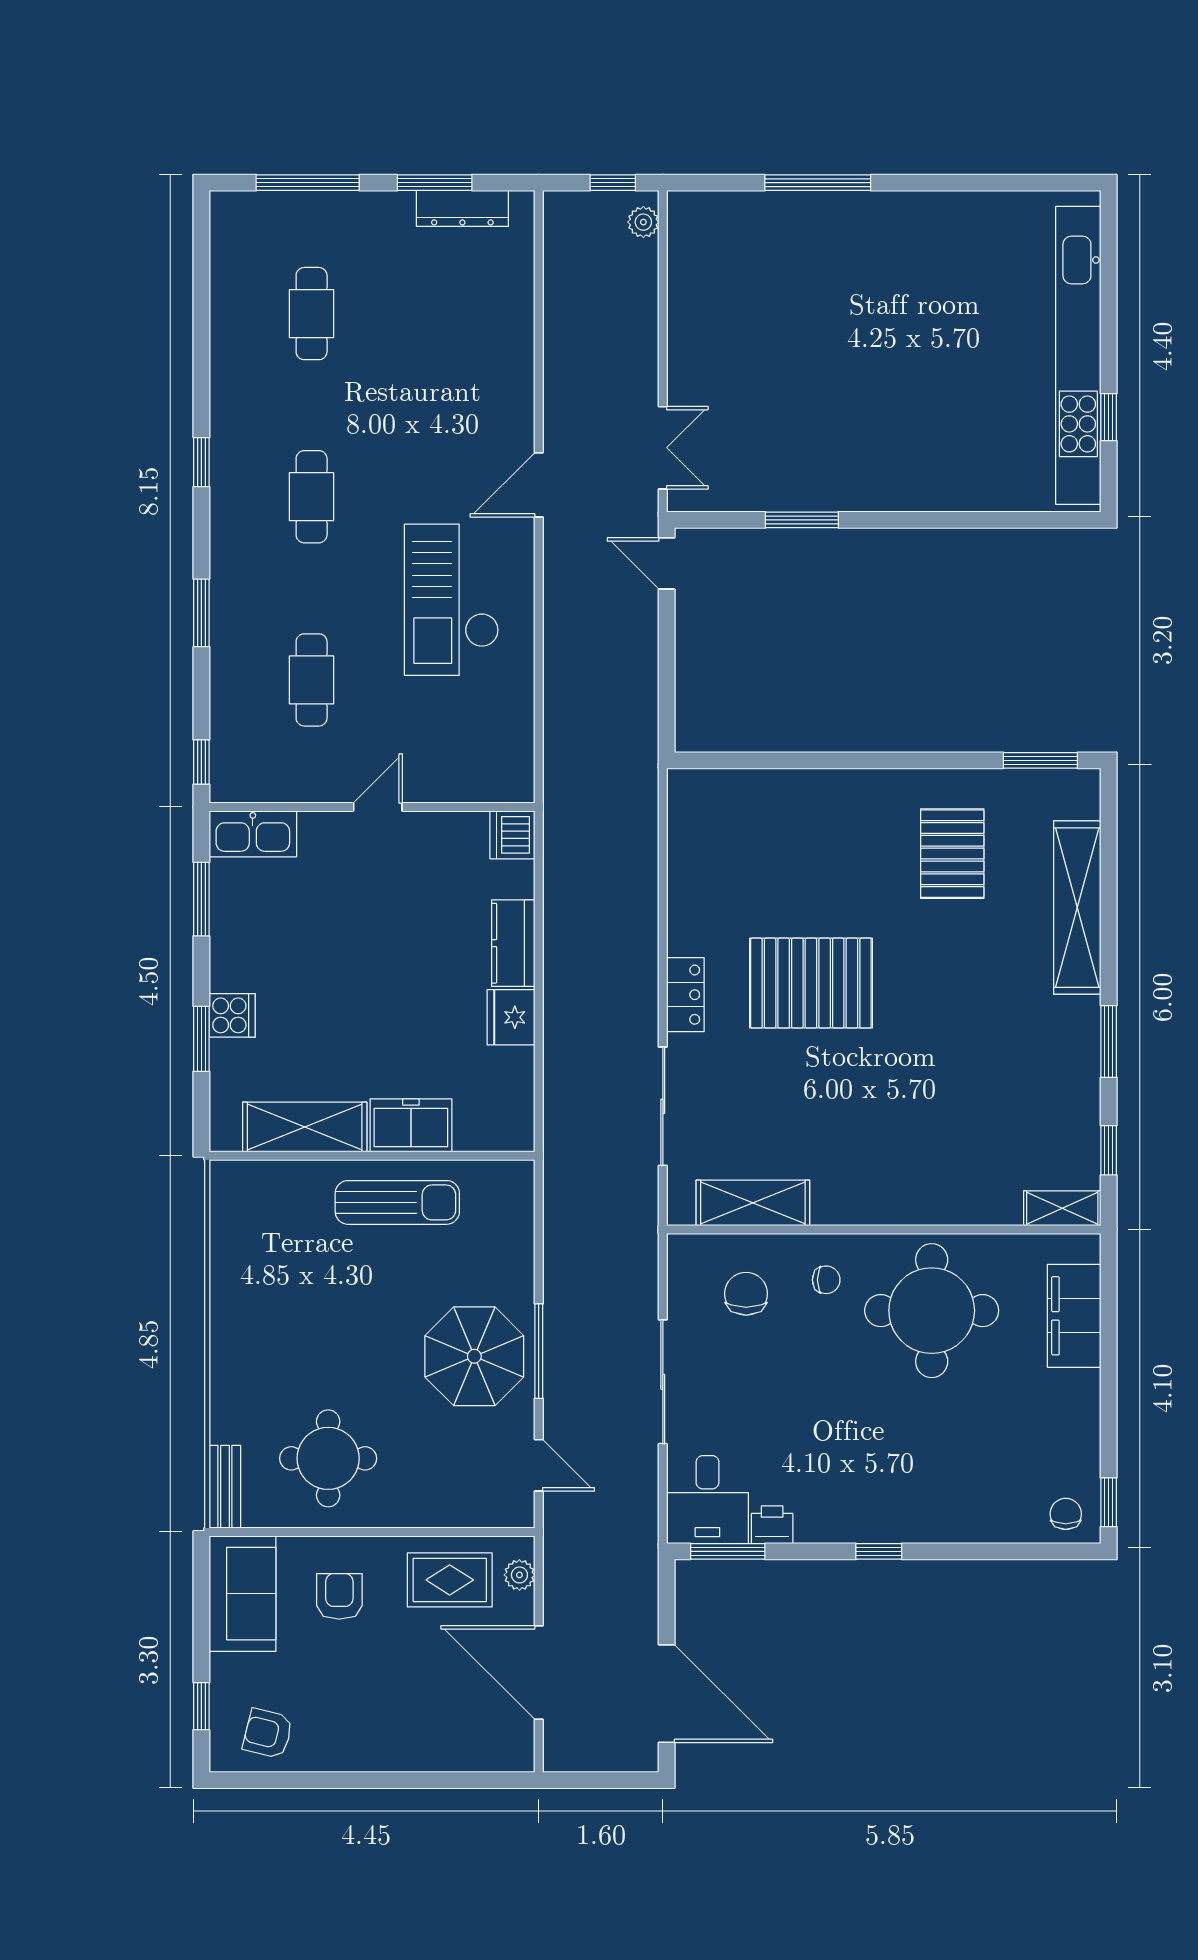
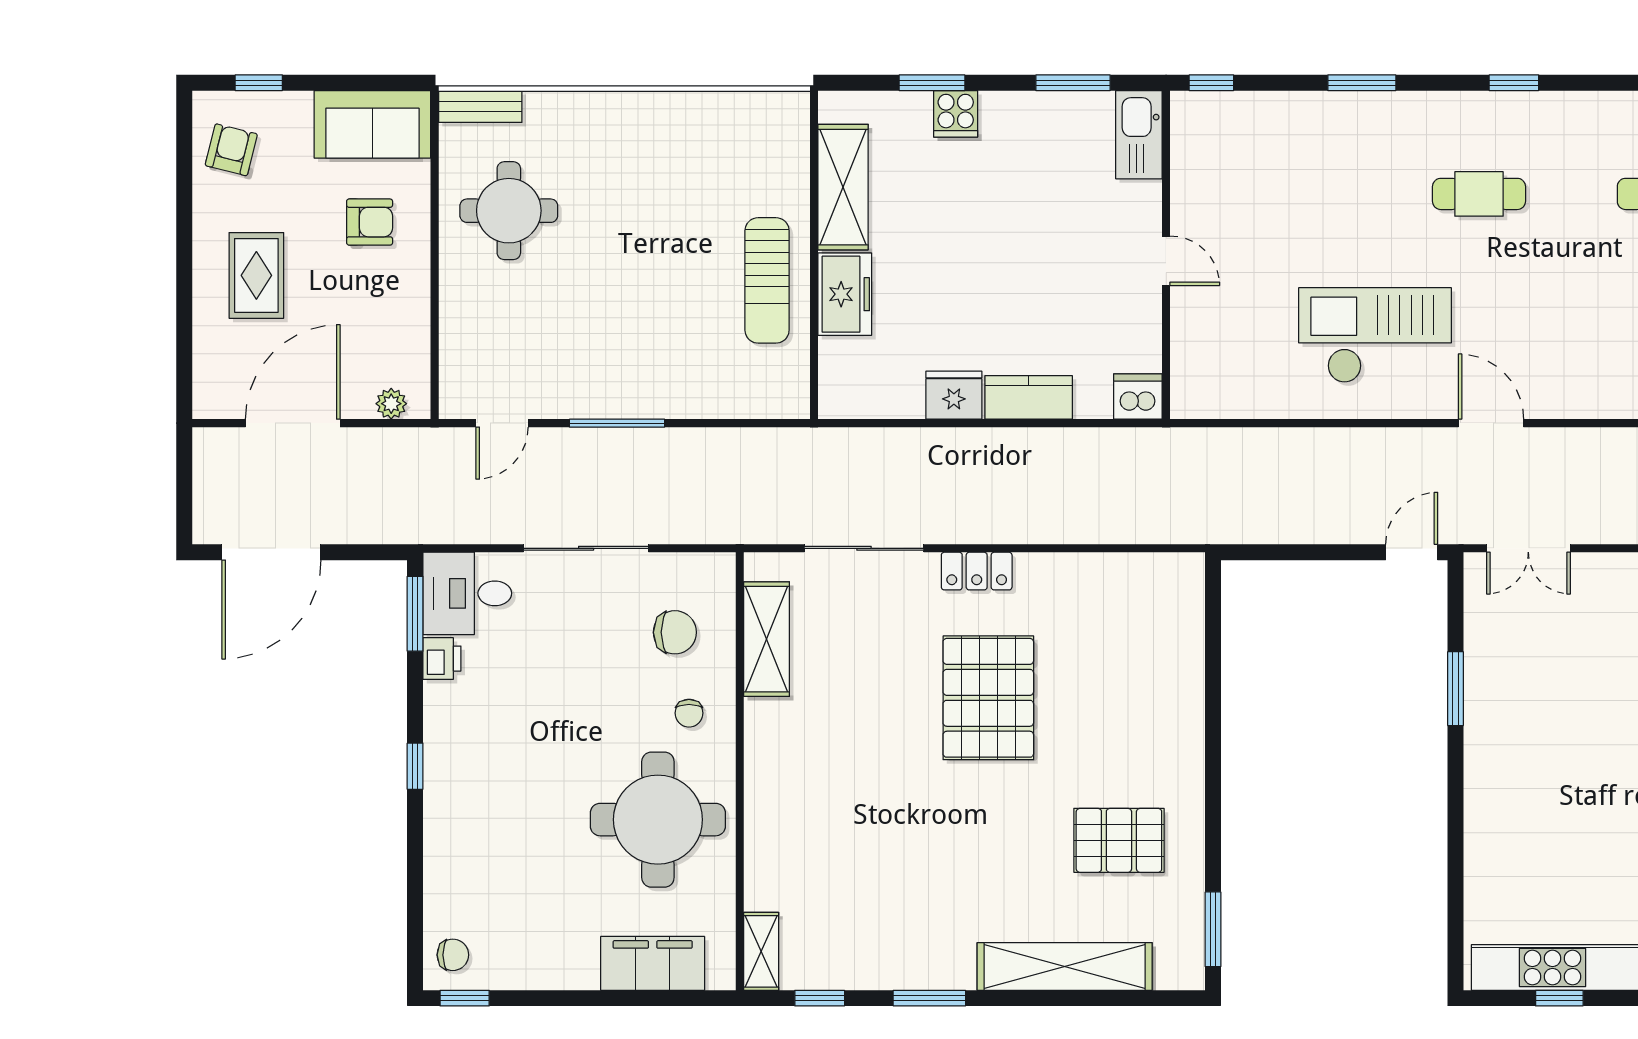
cafe table: (312, 680) -> (1294, 194), removed
parasol: (474, 1356) -> (612, 358), removed
rug: (450, 1580) -> (256, 275), moved

